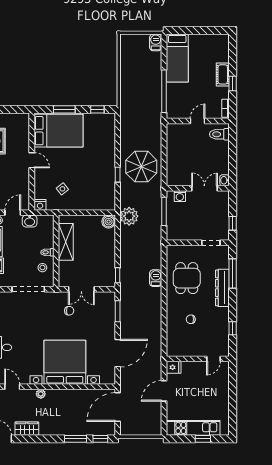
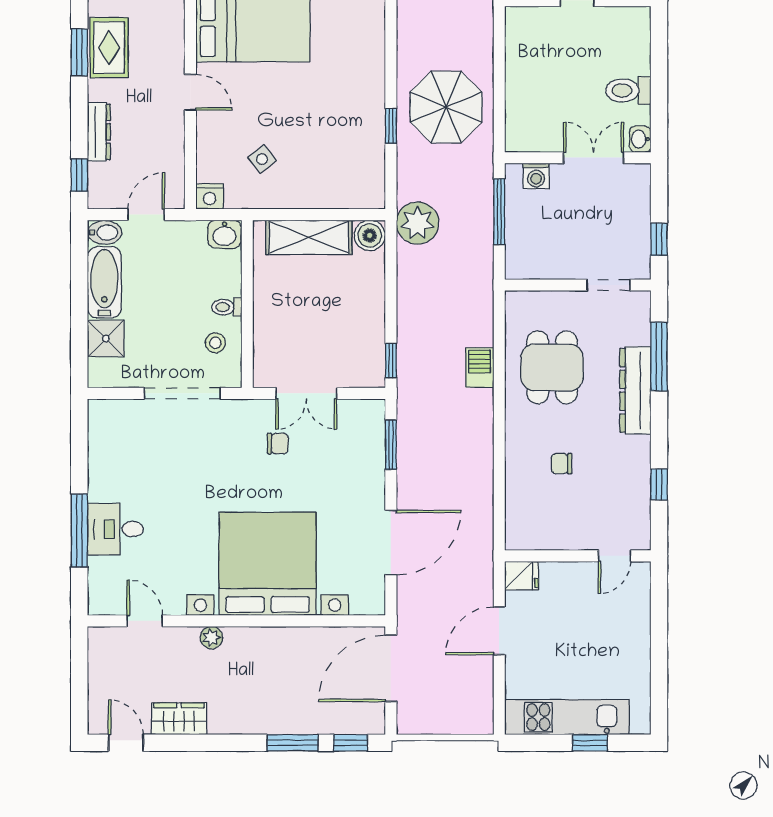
toilet: (219, 134) -> (628, 91), moved
washbasin: (30, 221) -> (225, 234), moved
shelving: (66, 242) -> (309, 237), moved, turned 90

